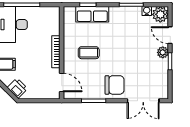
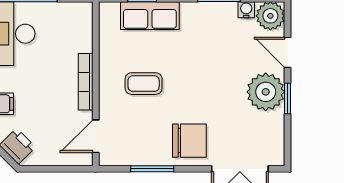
plant: (163, 52) -> (266, 92), width x1.88, depth x1.88
door: (62, 82) -> (96, 136), swing flipped

